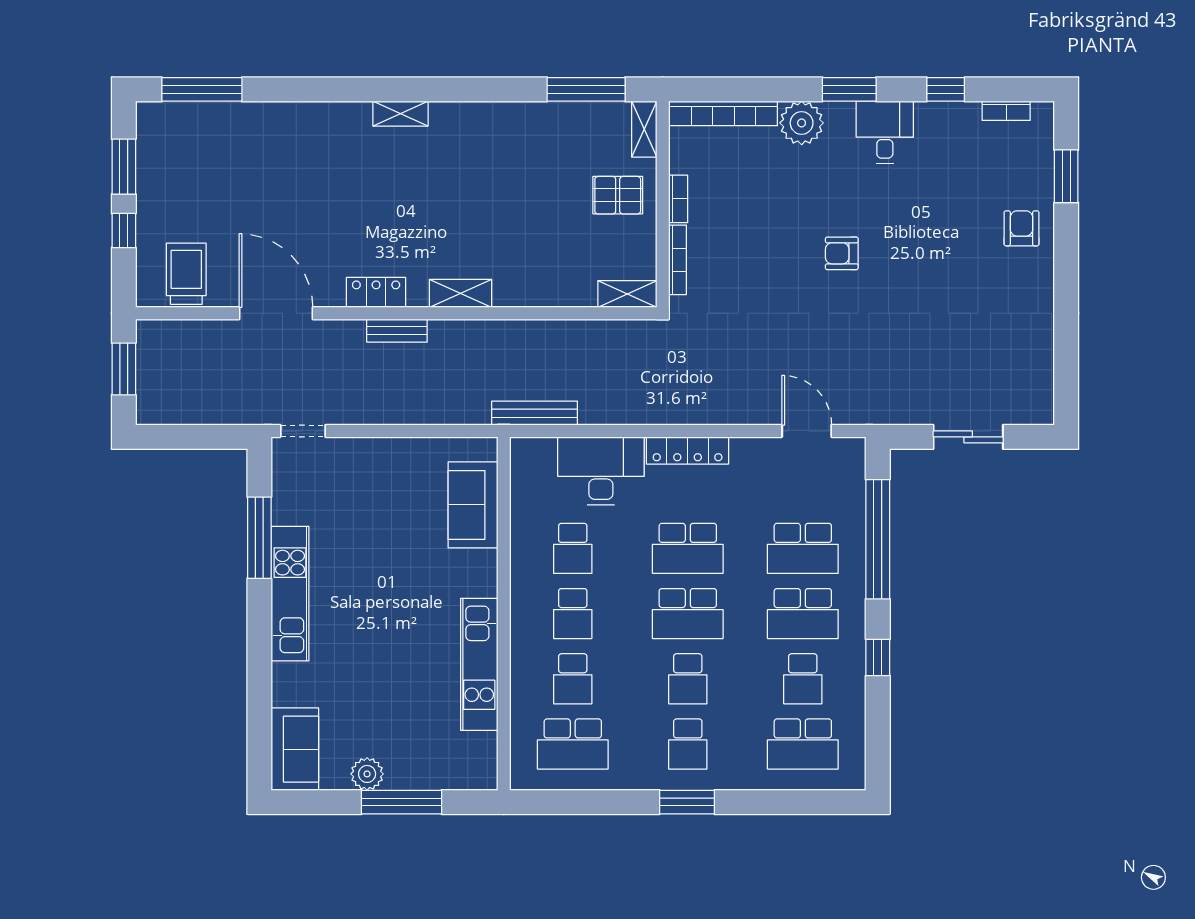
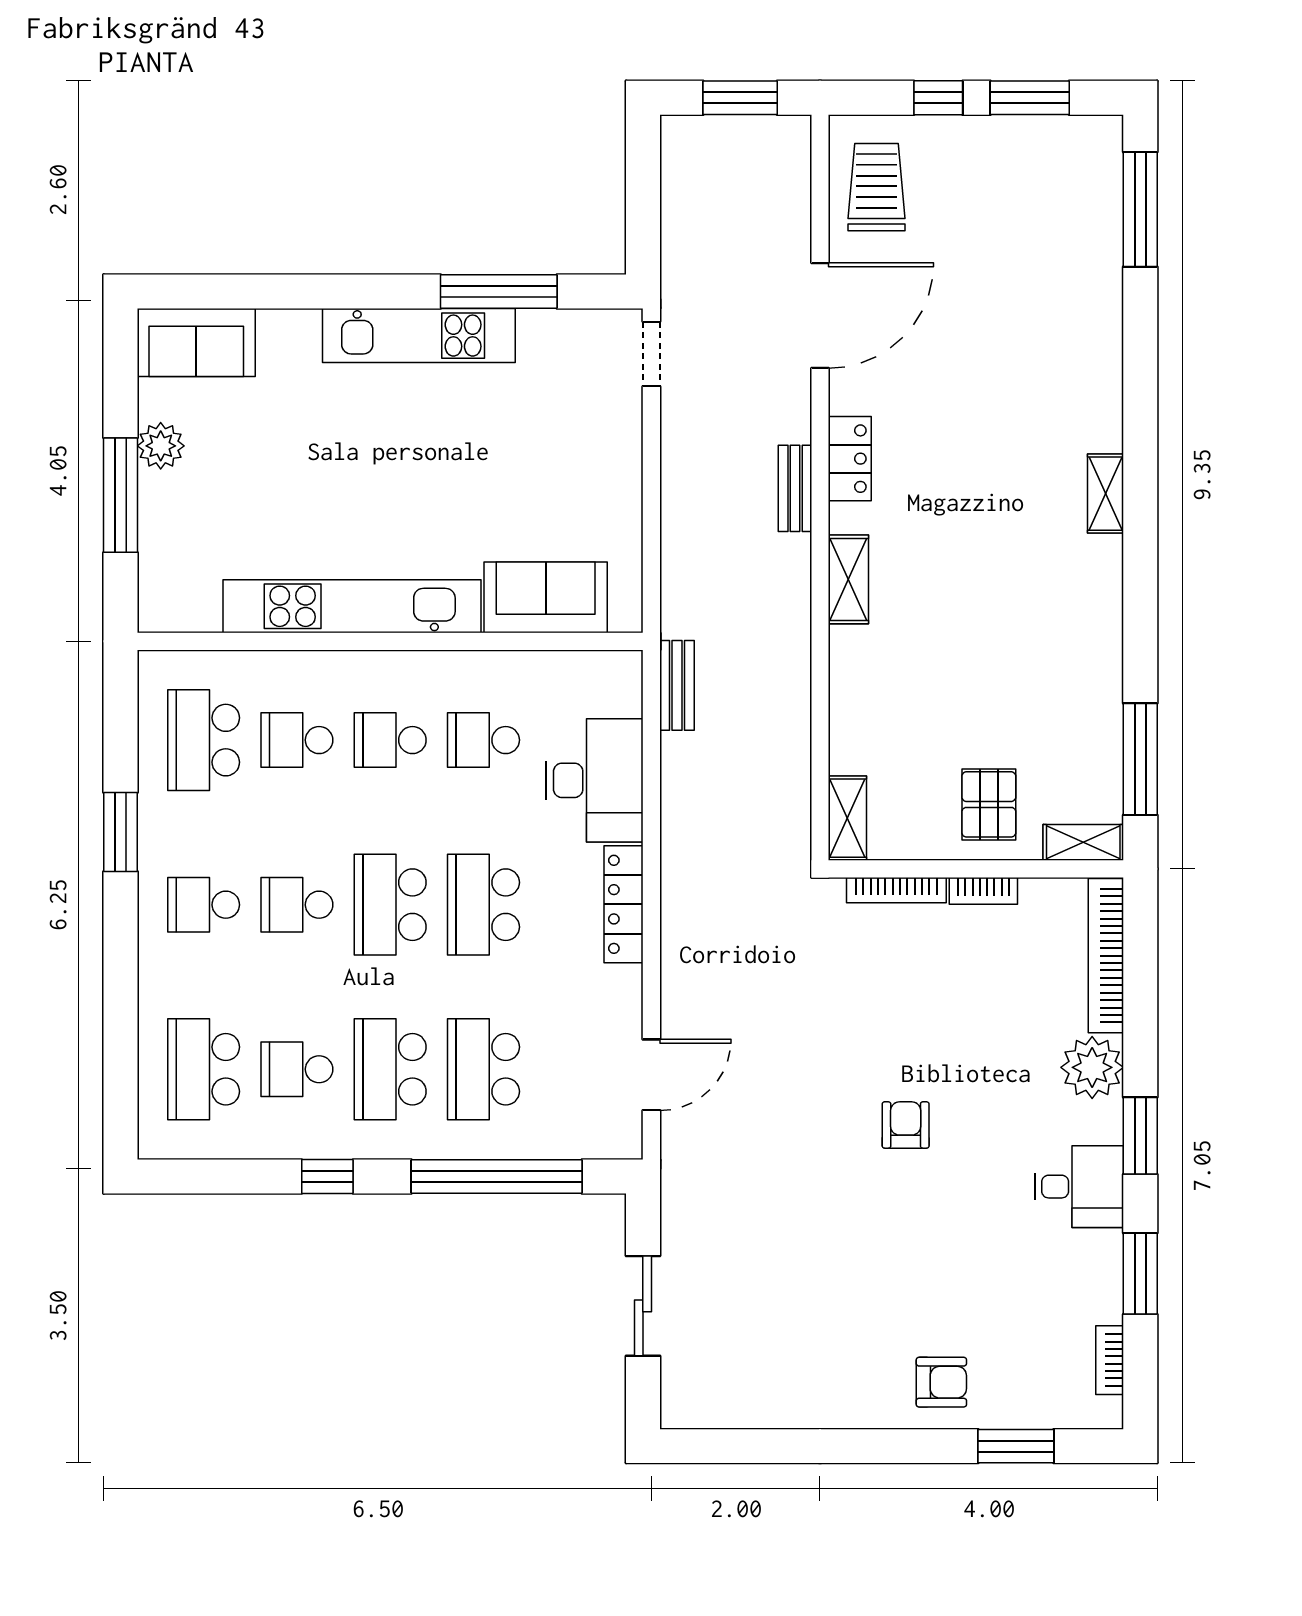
window: (946, 89) -> (1140, 1274), width x1.50
trolley: (186, 274) -> (877, 187), turned -90
bench: (535, 413) -> (677, 685), width x0.73
kitchen unit: (479, 664) -> (352, 606), width x1.36
window: (687, 802) -> (121, 832), moved

